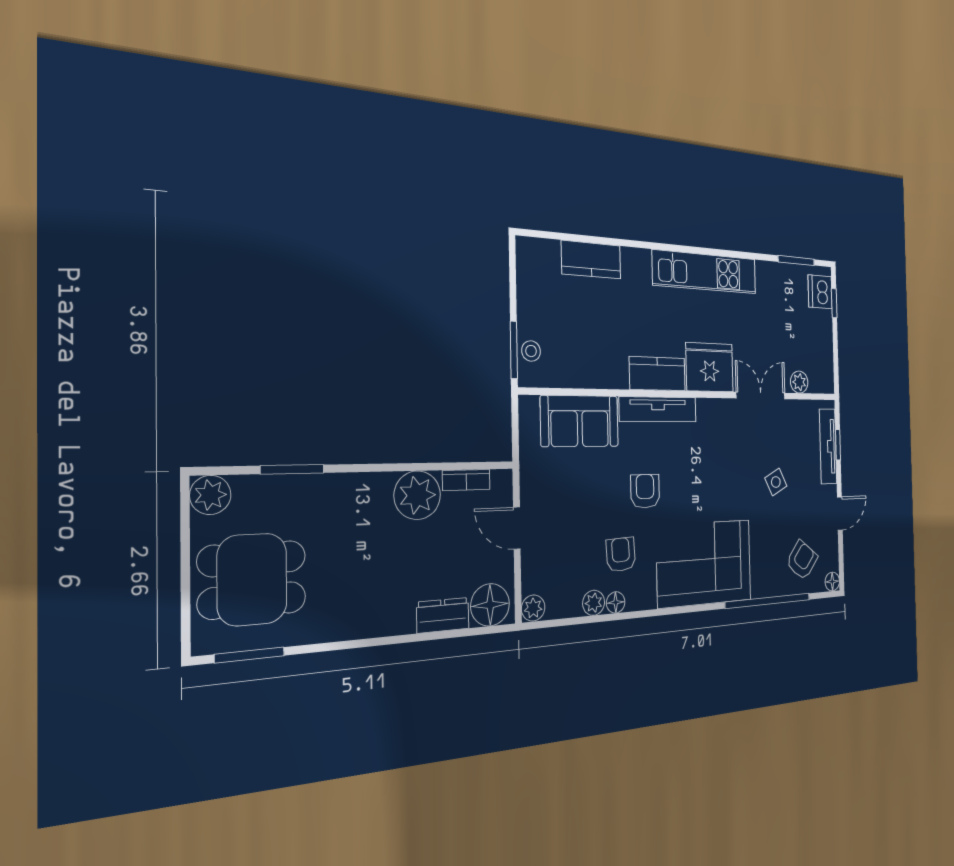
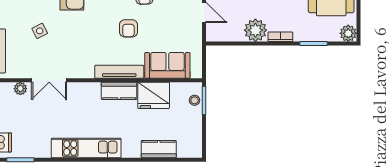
fridge: (710, 367) -> (154, 95), moved
bookcase: (466, 480) -> (280, 37), moved

